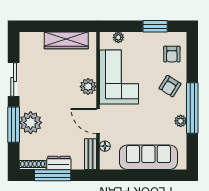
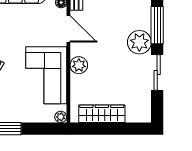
plant: (118, 37) -> (61, 117), moved
plant: (31, 123) -> (139, 42), moved

